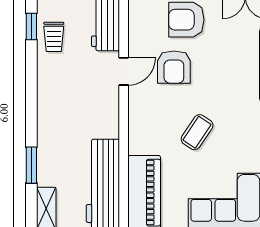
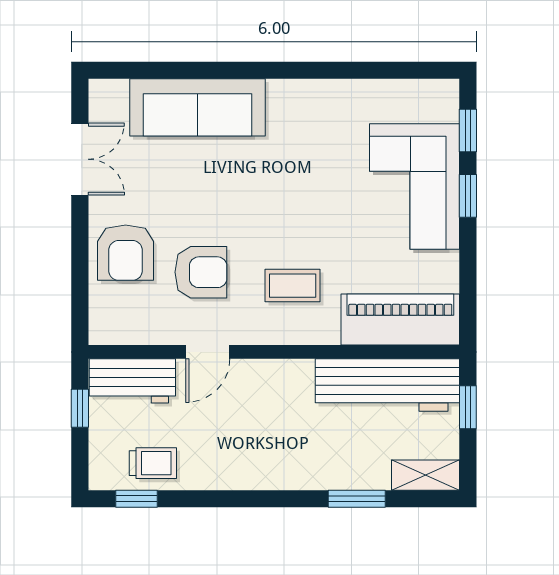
door: (124, 71) -> (208, 352), swing flipped
coffee table: (197, 132) -> (293, 286), moved, turned -34

